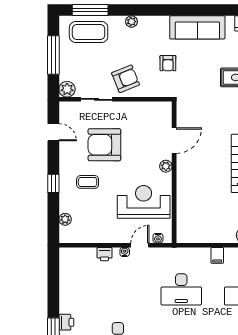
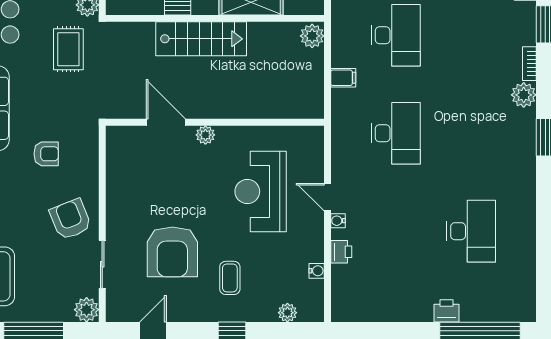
door: (174, 141) -> (166, 122), moved
plant: (166, 166) -> (205, 135), moved
wall: (174, 172) -> (215, 122), moved
water cooler: (158, 238) -> (317, 271), moved

